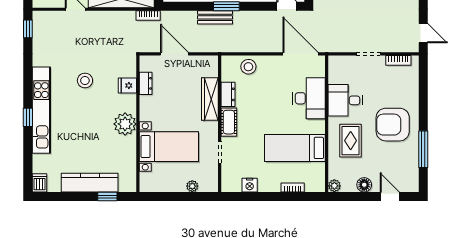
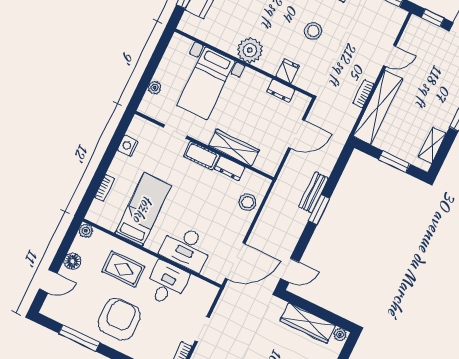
bookcase: (148, 16) -> (364, 94), moved

